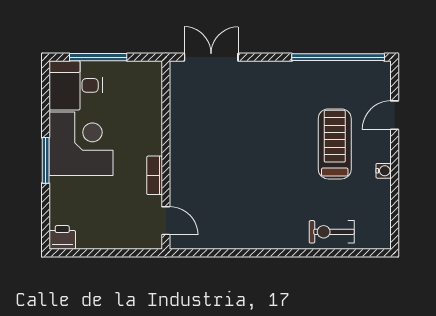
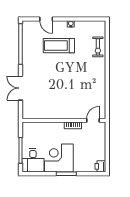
double door: (211, 57) -> (20, 88), moved

